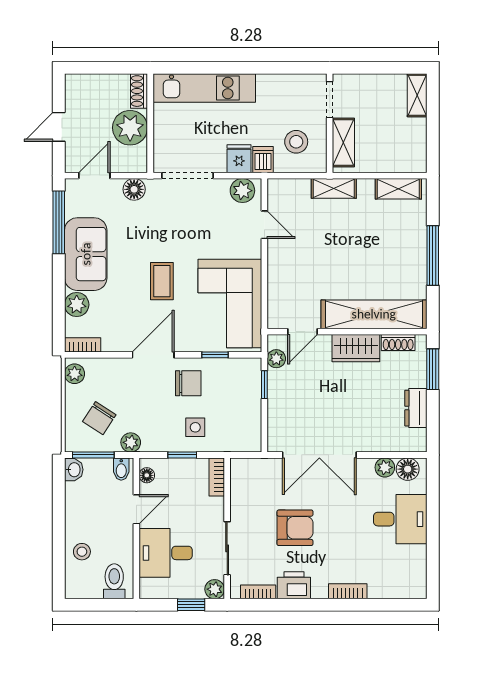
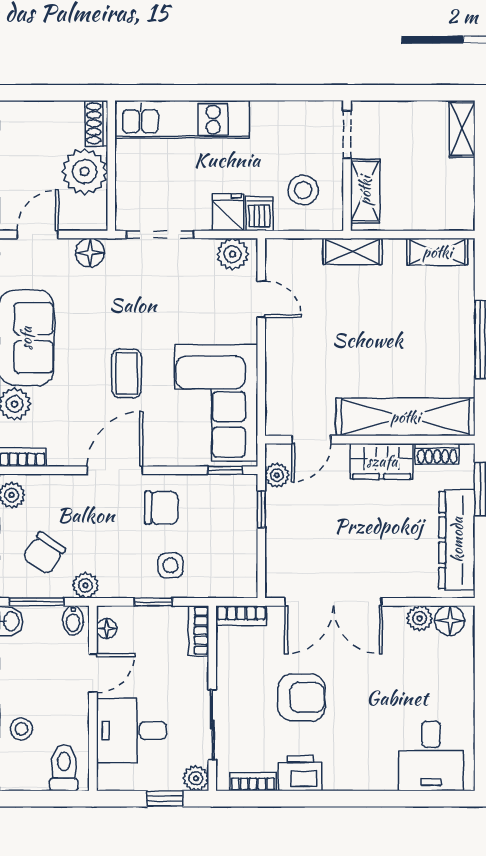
window: (215, 355) -> (225, 470), moved
dresser: (416, 408) -> (457, 540), width x1.96, depth x1.24
desk: (400, 519) -> (431, 756), moved, turned 90
bookcase: (348, 591) -> (241, 616), moved, turned 180

